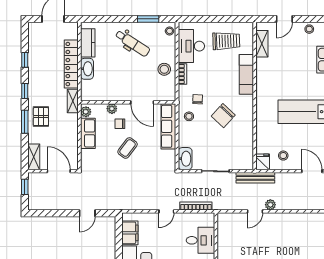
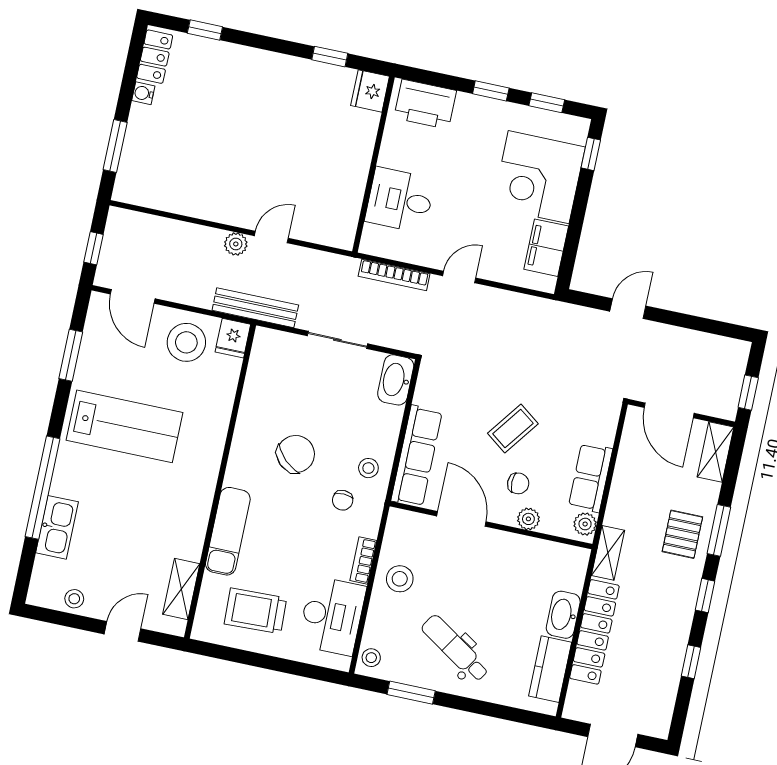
stool: (283, 156) -> (186, 342), width x1.89, depth x1.89

